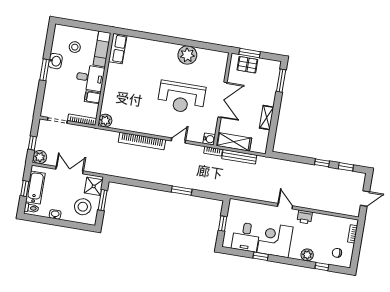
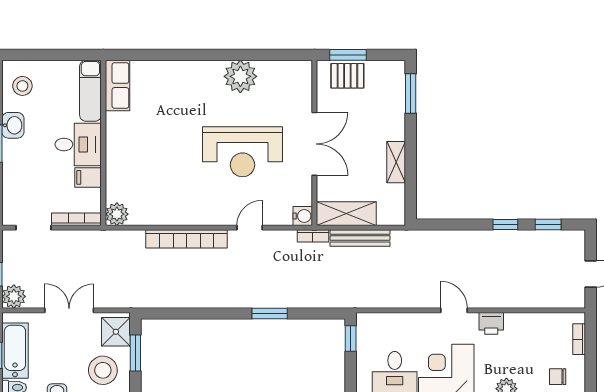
stool: (75, 47) -> (22, 86), moved
window: (223, 223) -> (351, 339), moved

